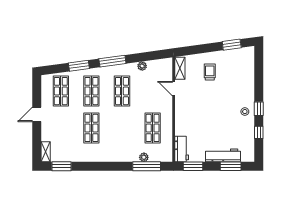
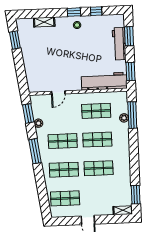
window: (79, 66) -> (28, 113), moved
shelving: (180, 68) -> (44, 22), moved
trolley: (210, 72) -> (41, 59), removed
shop shelf: (122, 128) -> (97, 140), added
workbench: (182, 149) -> (104, 81), width x1.88, depth x1.32

